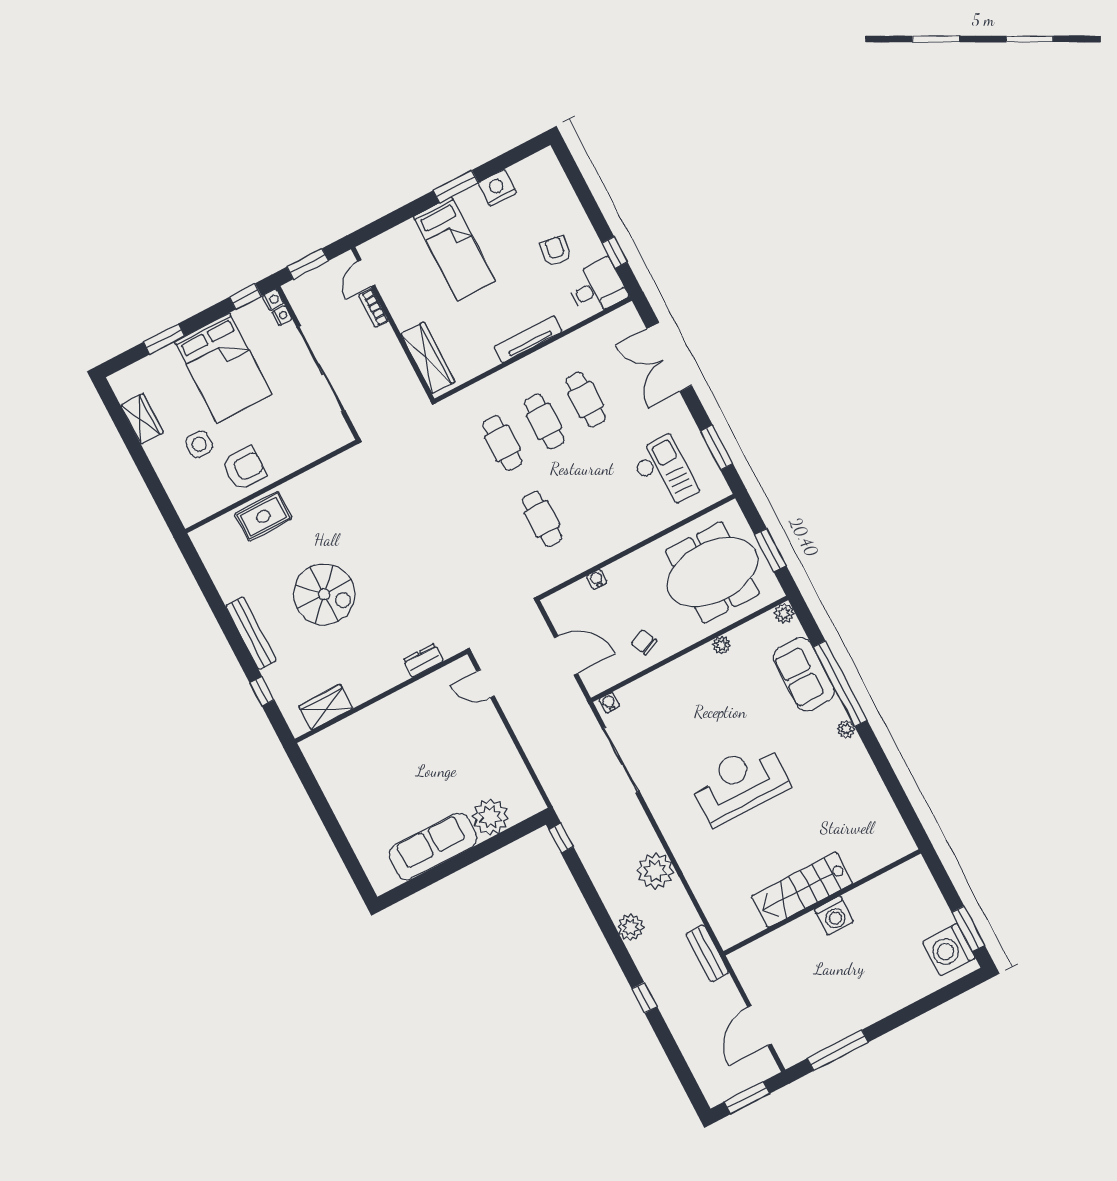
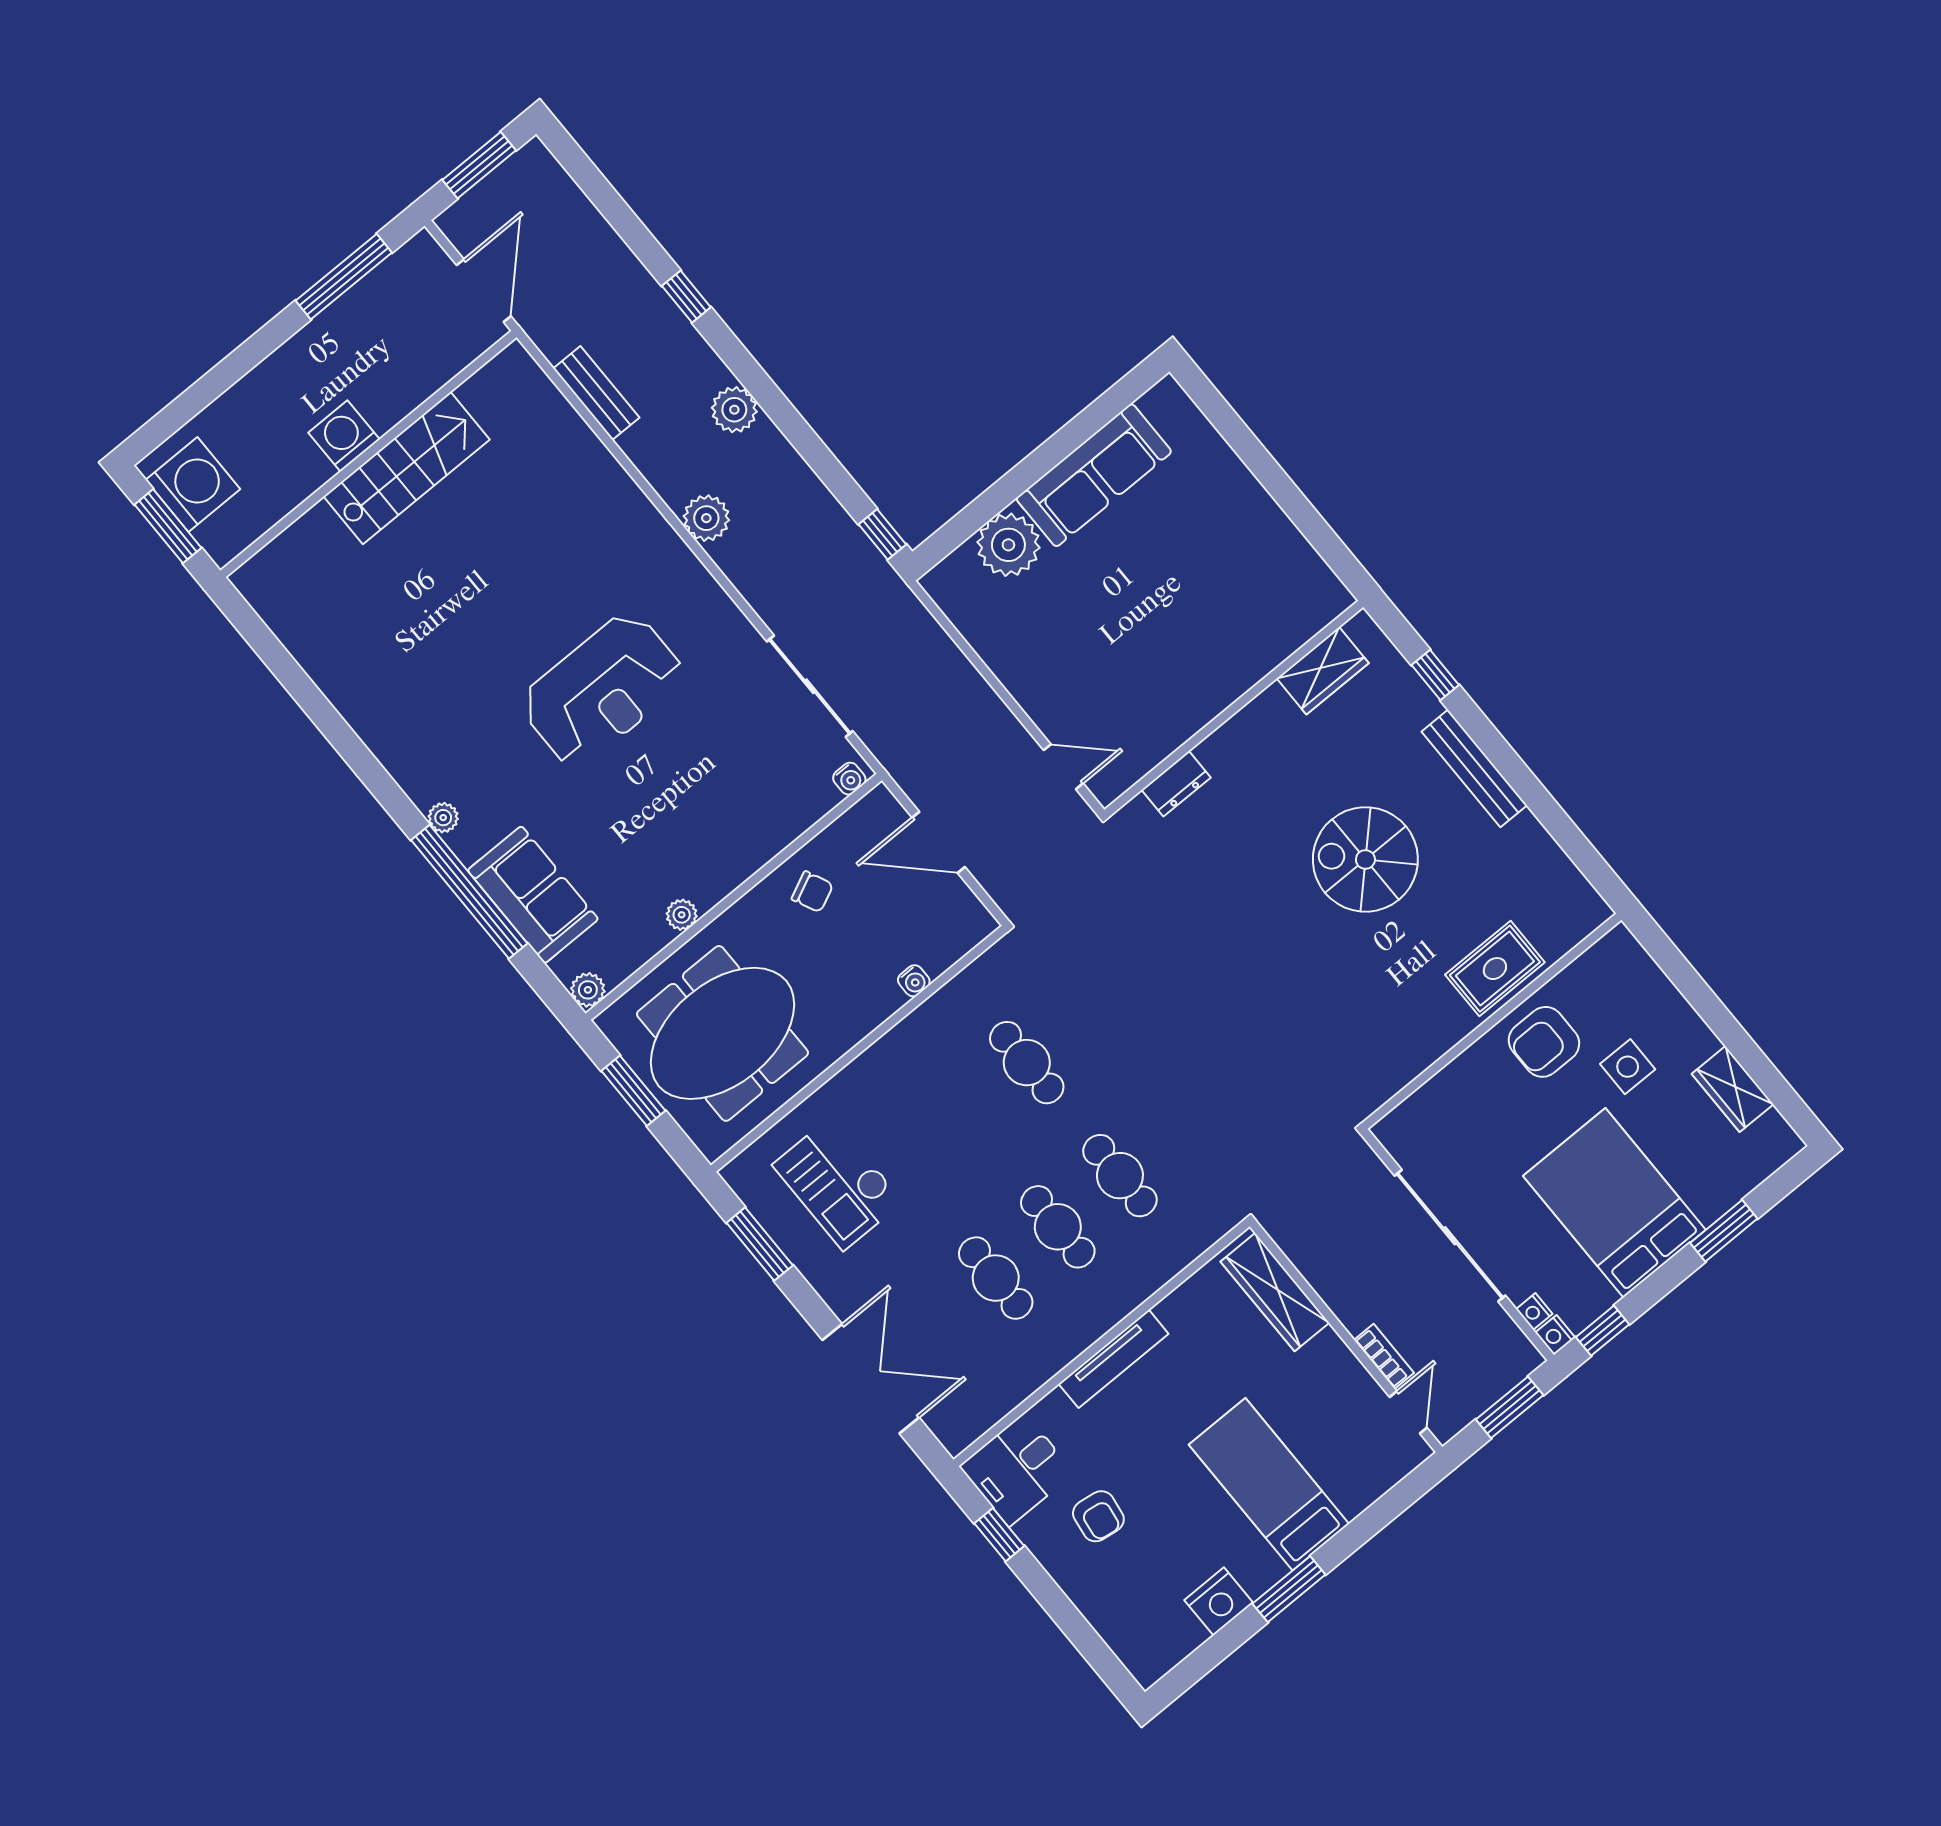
plant: (655, 871) -> (706, 518), width x0.73, depth x0.73
stairs: (802, 890) -> (407, 468), moved
wall: (822, 902) -> (369, 454), moved
washing machine: (834, 916) -> (344, 436), moved

